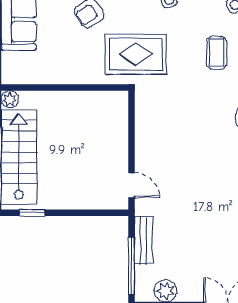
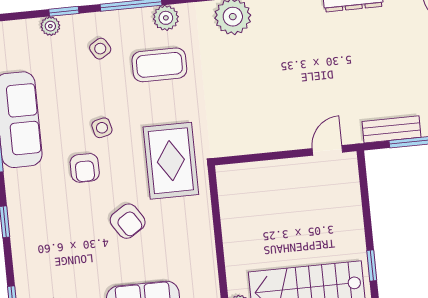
coffee table: (217, 53) -> (159, 65), width x1.36, depth x1.30

